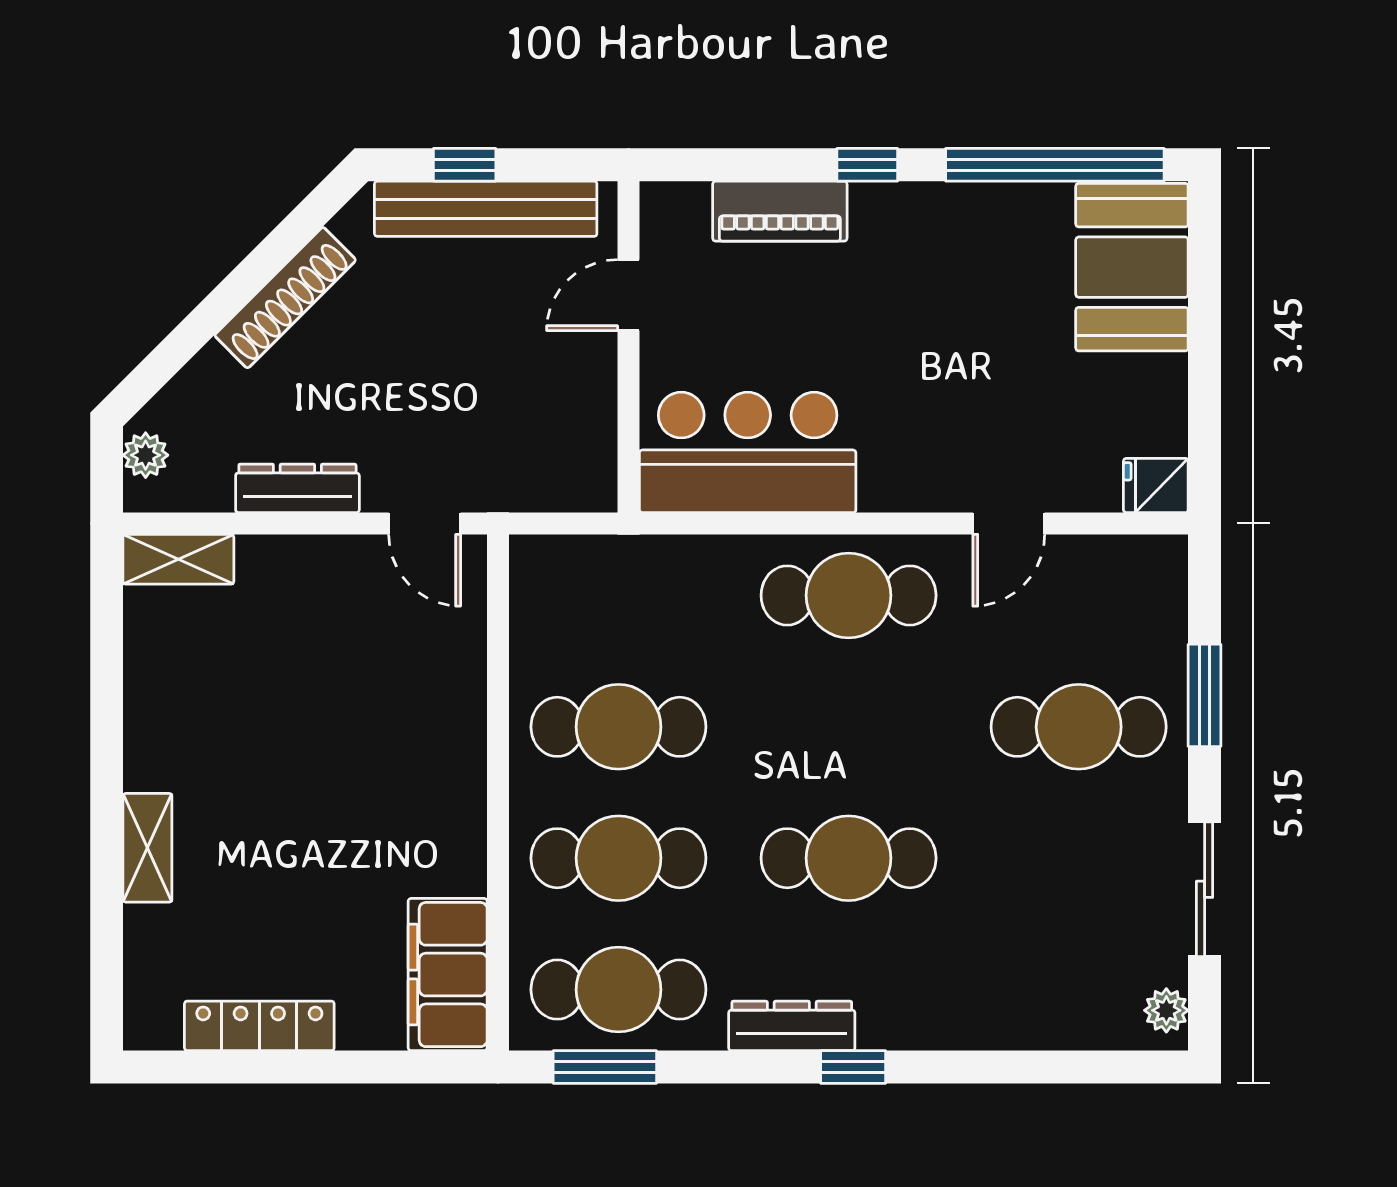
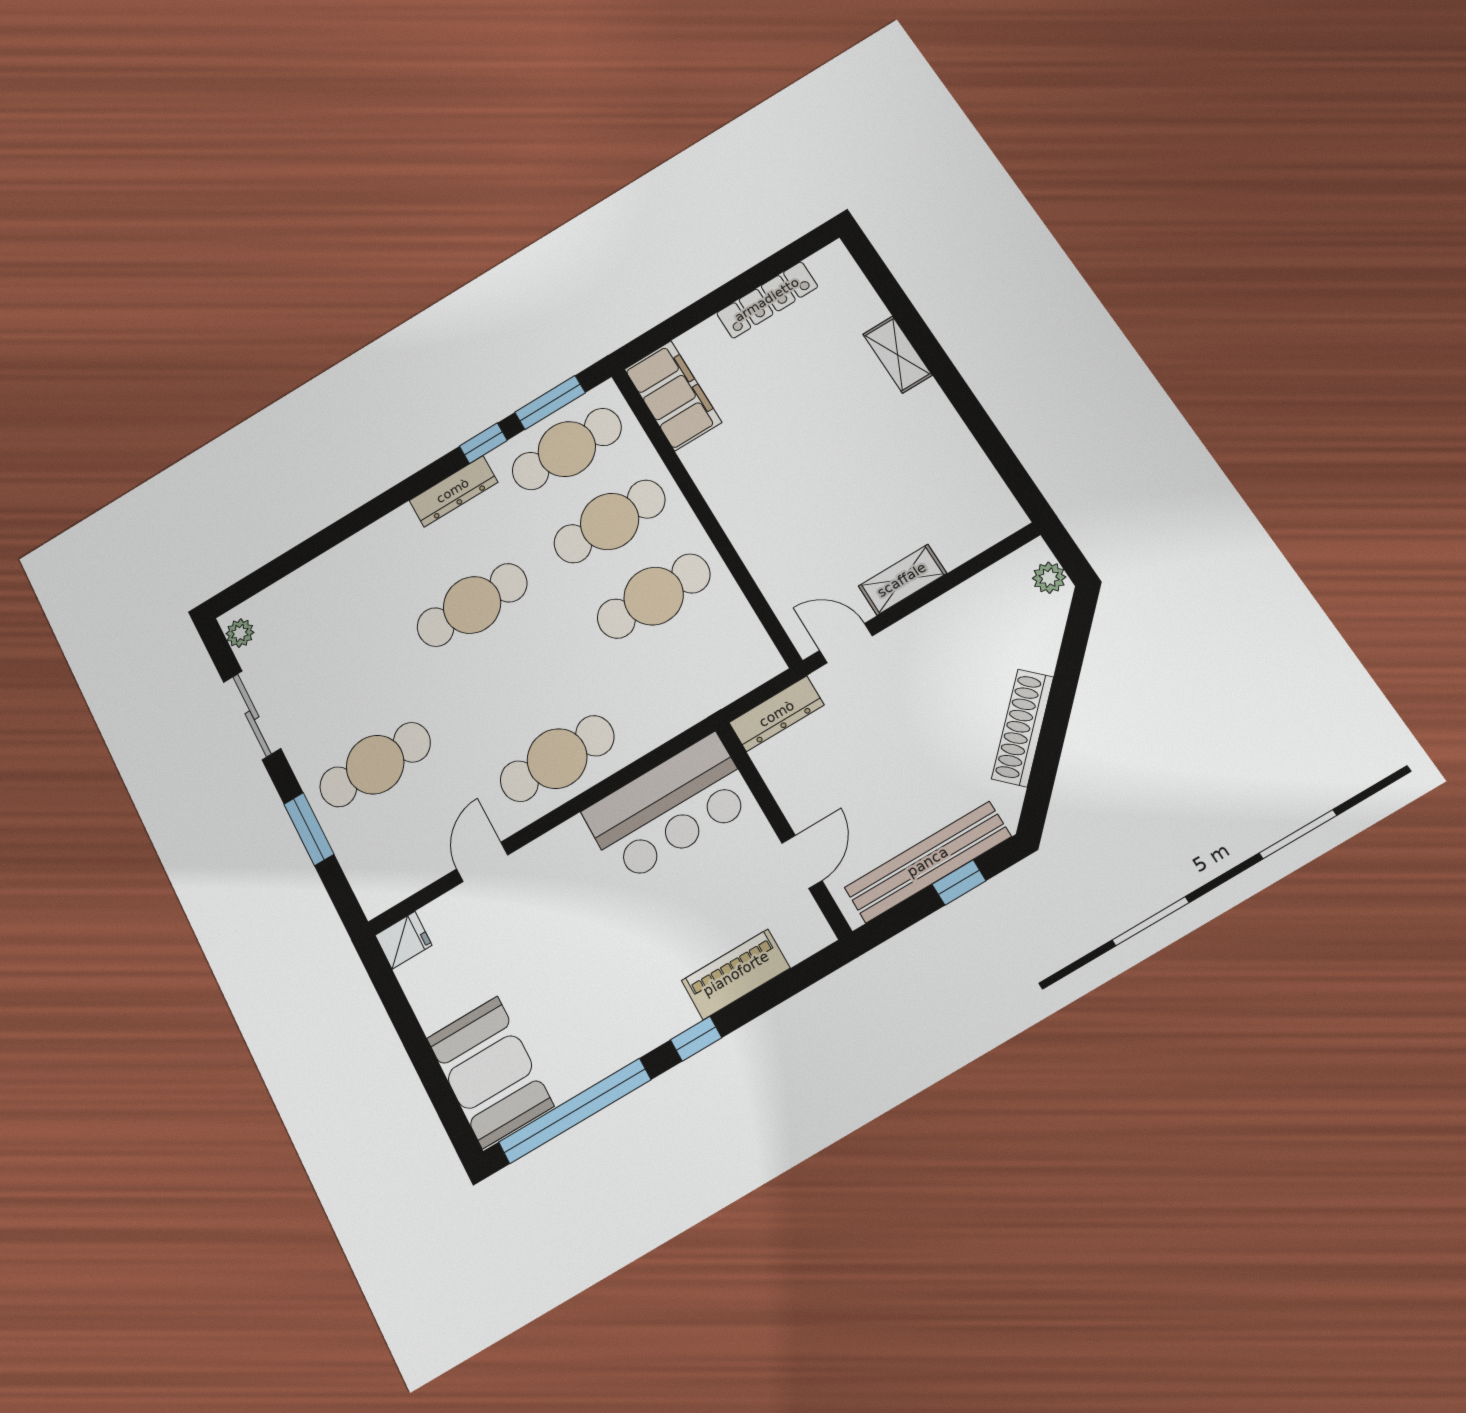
dresser: (297, 488) -> (777, 714), moved
shelving: (178, 559) -> (902, 580), moved
window: (853, 1067) -> (483, 443), moved

